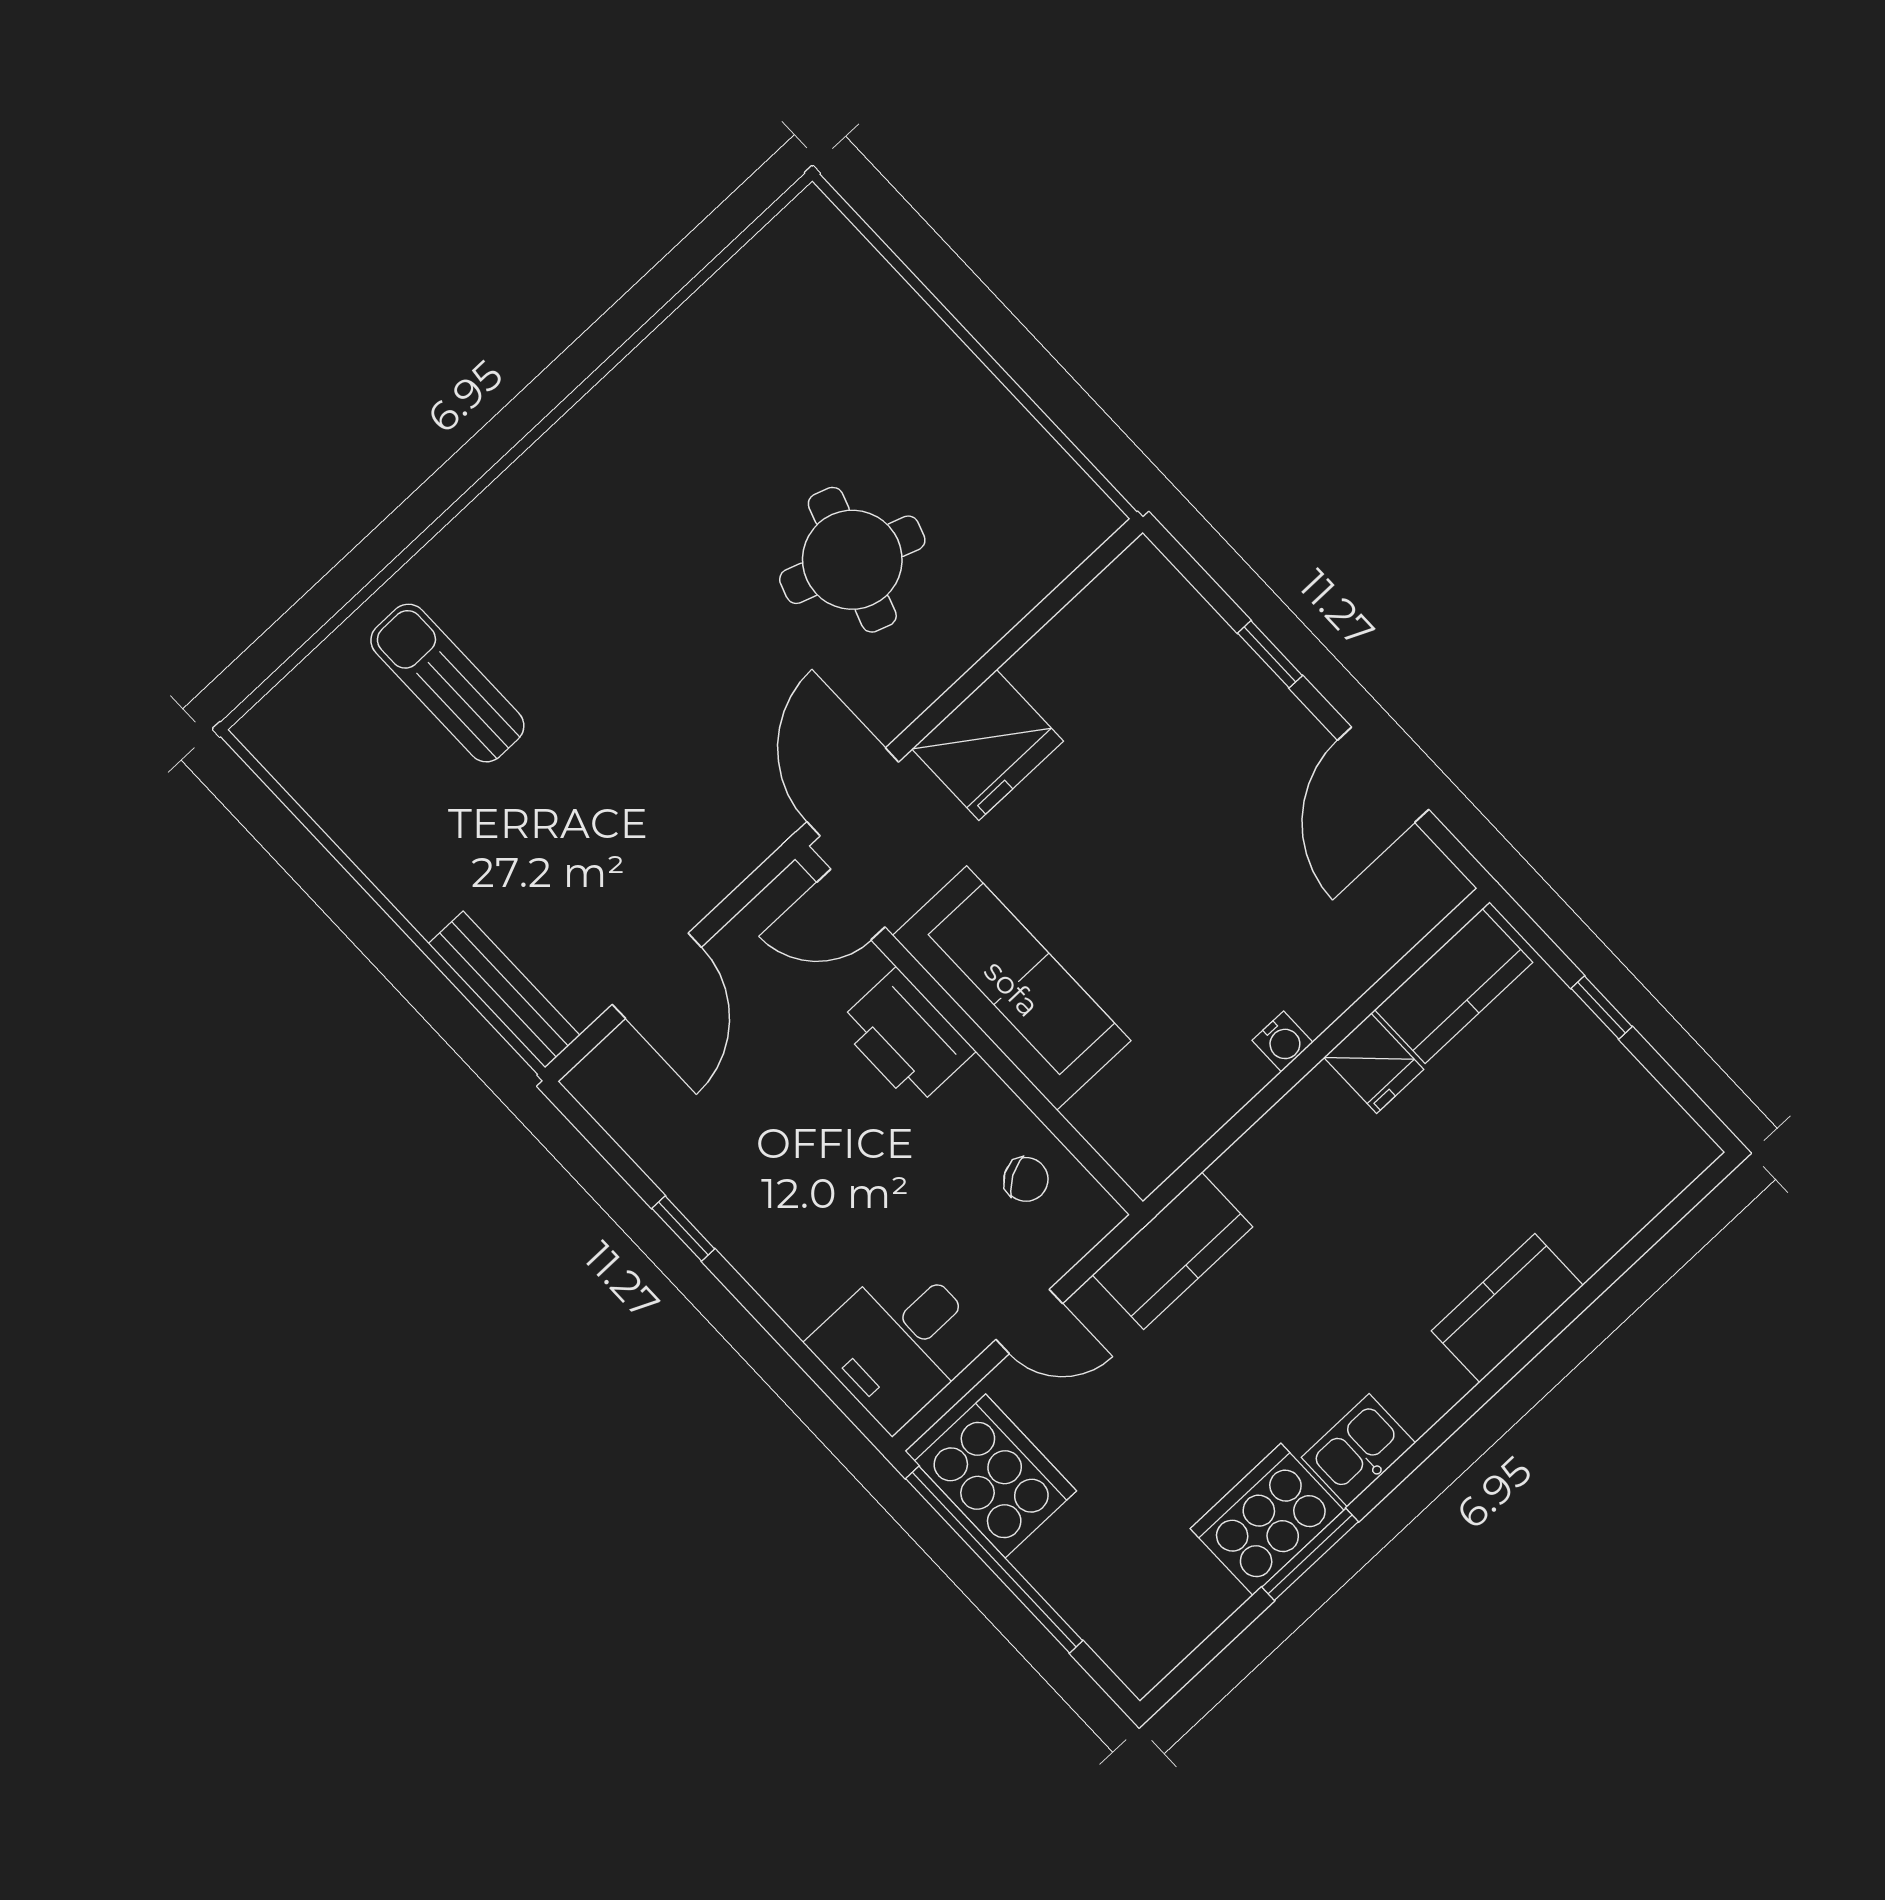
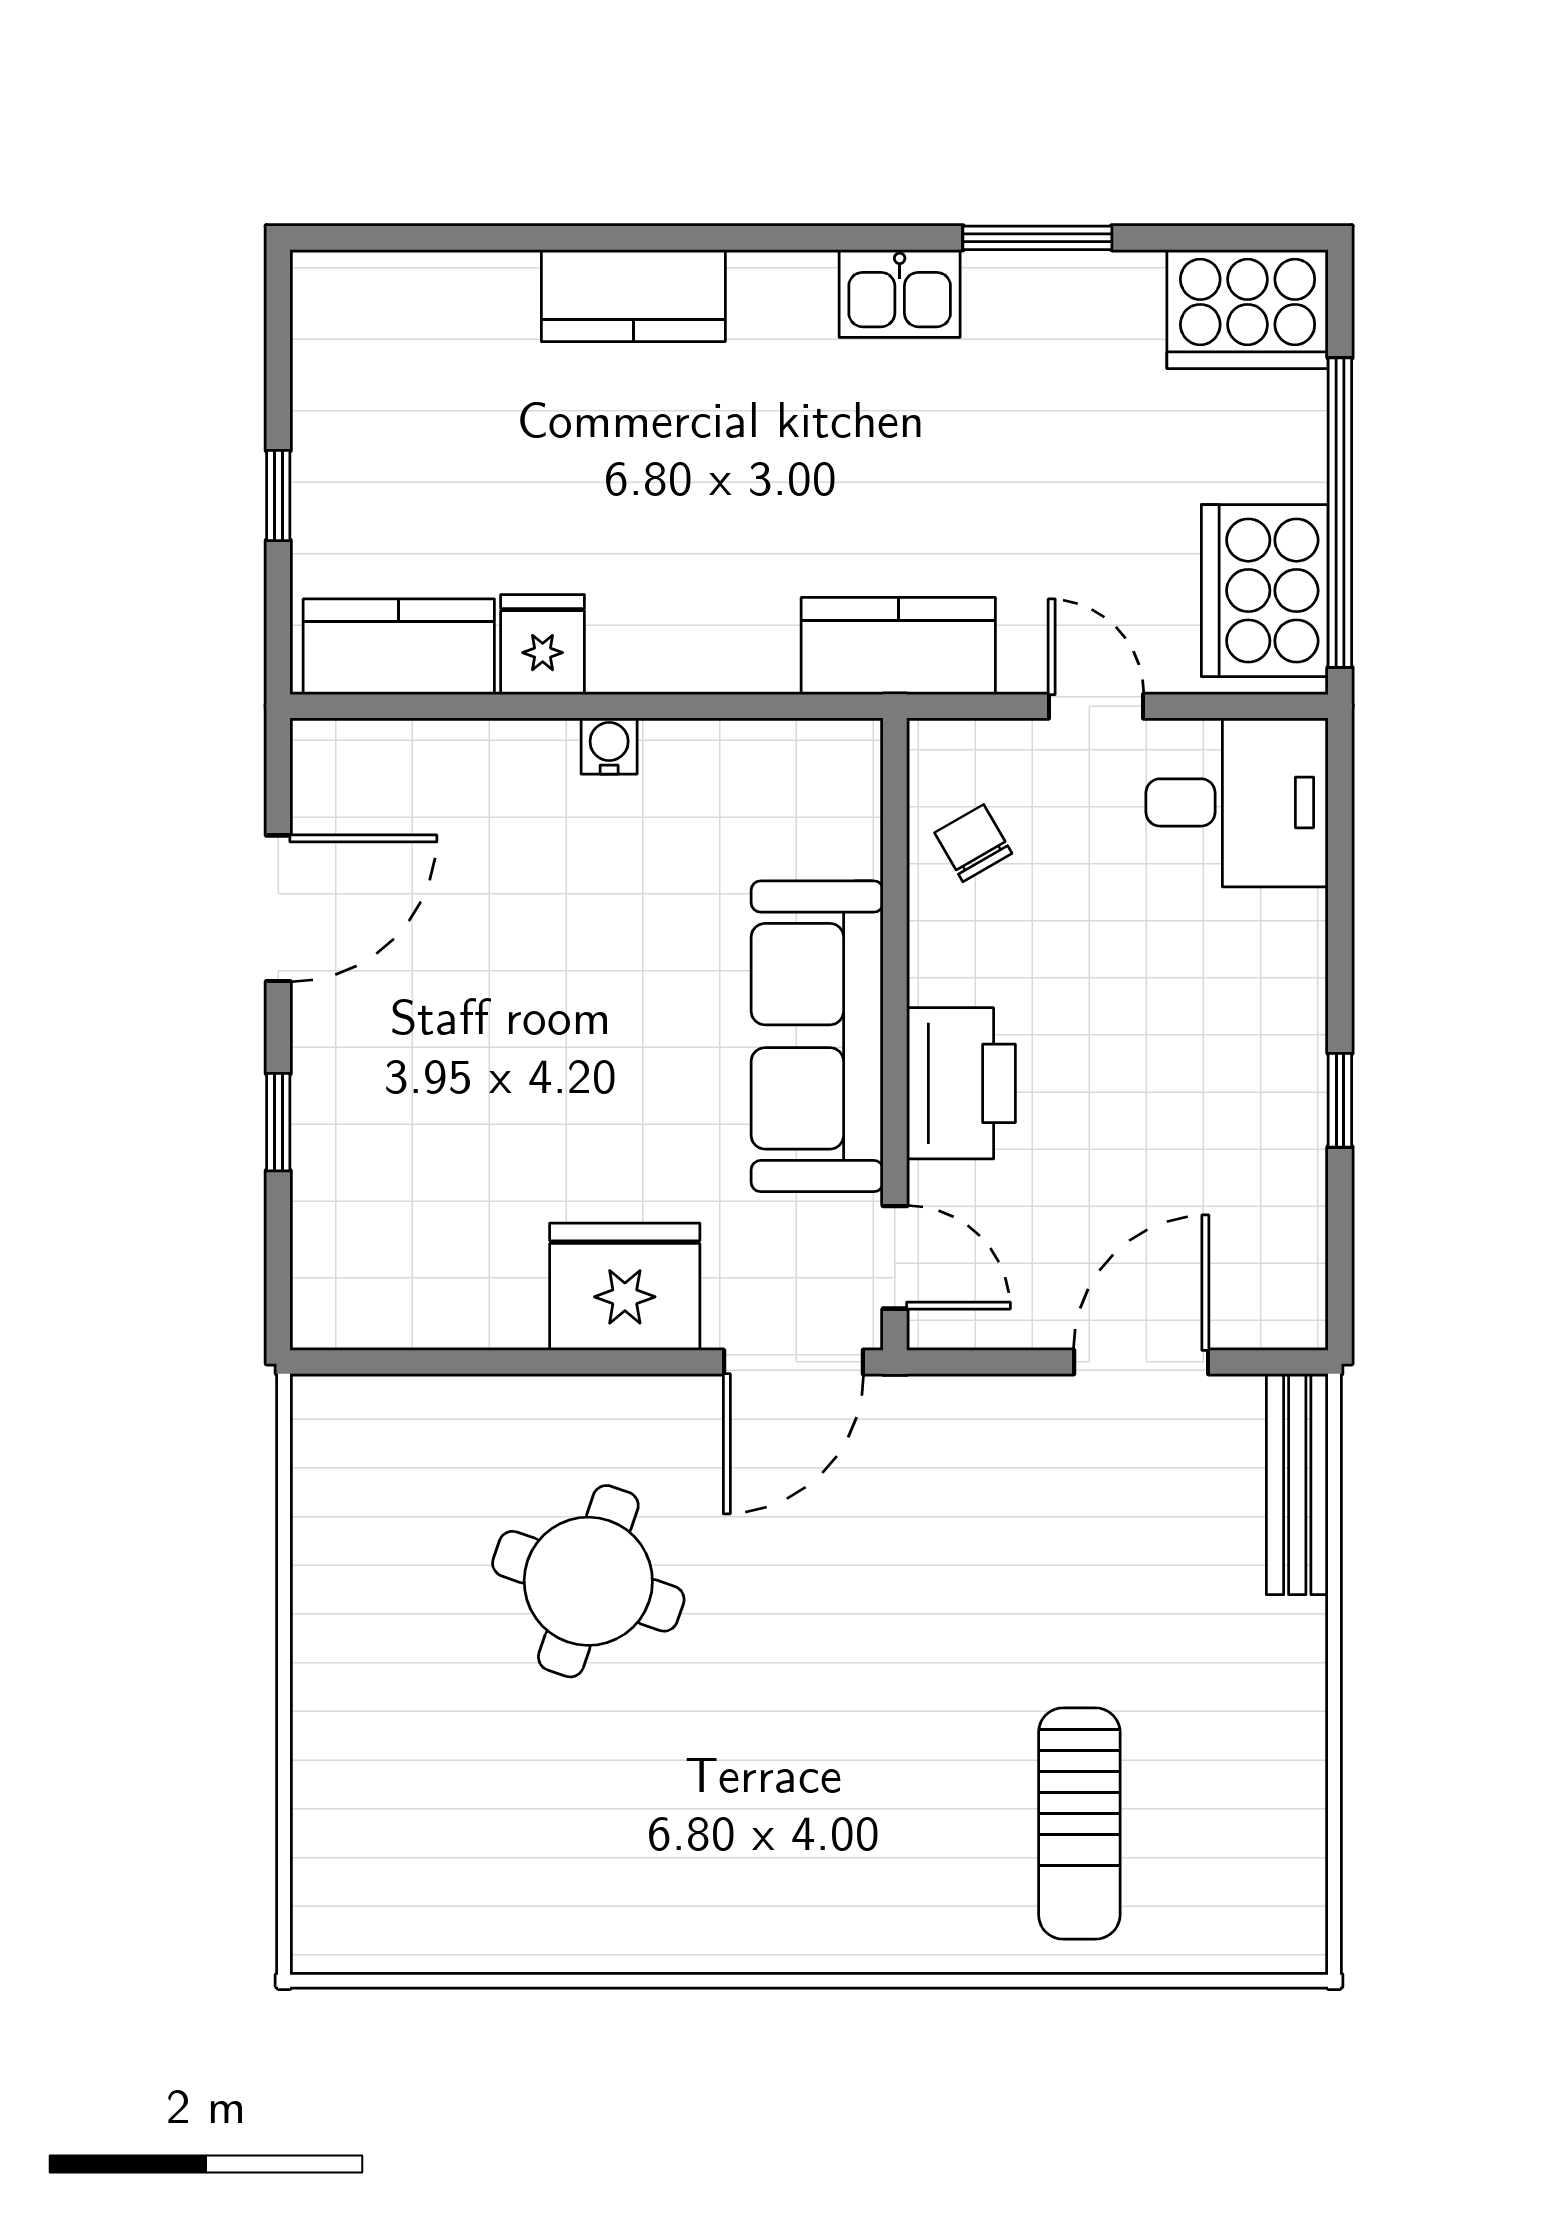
cooker: (1267, 1519) -> (1248, 309), moved

